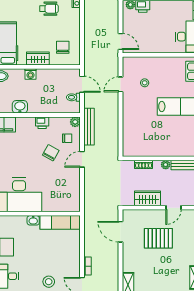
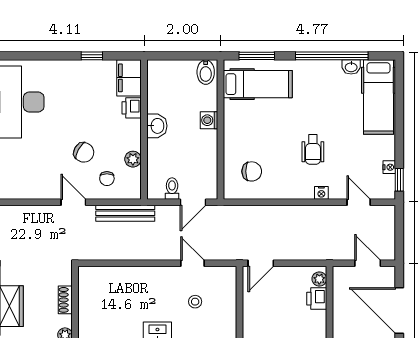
wardrobe: (38, 58) -> (234, 132), removed
washbasin: (20, 107) -> (157, 126), moved
plant: (75, 122) -> (133, 159), moved
printer: (42, 123) -> (132, 108), moved

